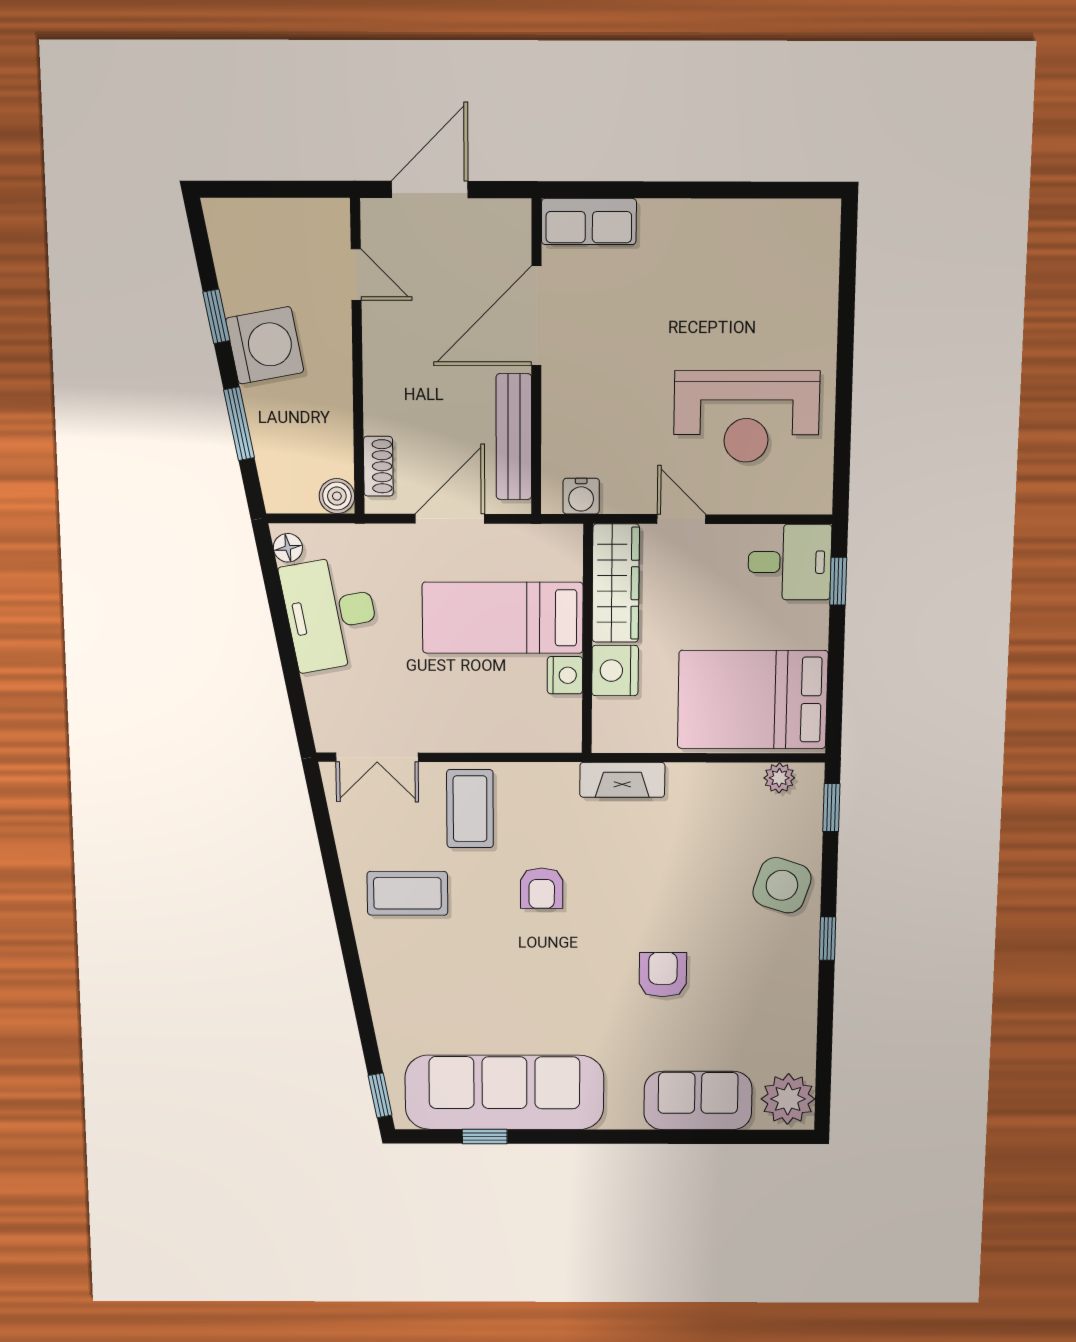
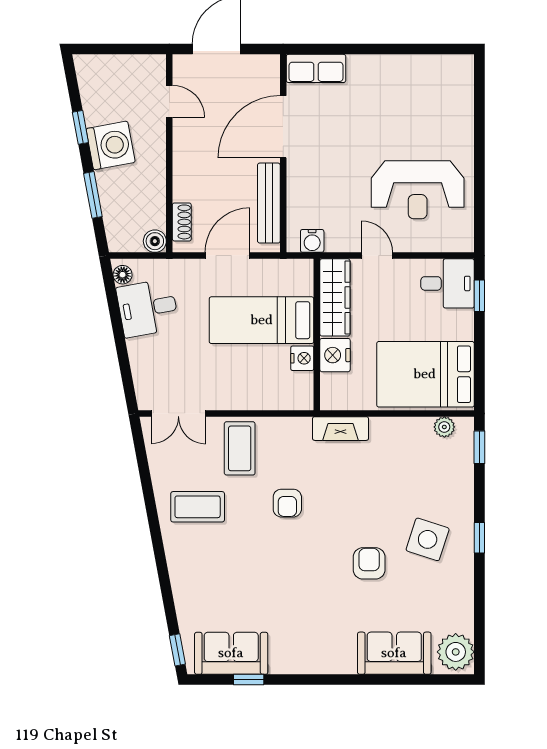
desk: (331, 613) -> (148, 308), width x0.73
side table: (782, 885) -> (428, 539), moved
sofa: (504, 1092) -> (231, 653), width x0.54, depth x0.79

